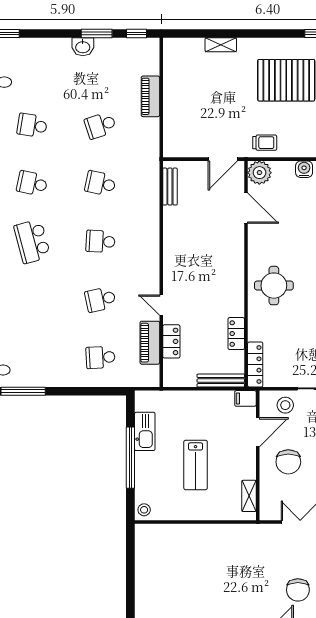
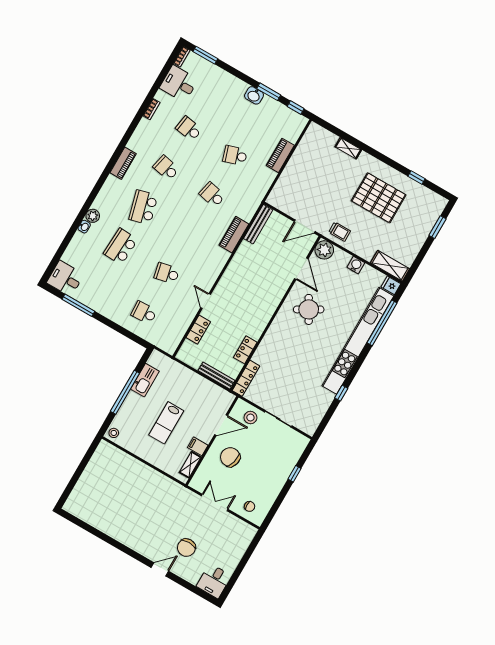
bench: (170, 187) -> (258, 224), width x1.36
school desk: (100, 241) -> (121, 247), moved, width x1.85
round table: (274, 286) -> (309, 309), moved, turned -30
piano: (150, 343) -> (234, 235), moved
filing cabinet: (245, 398) -> (198, 446), moved
chair: (288, 462) -> (230, 457), turned 105

